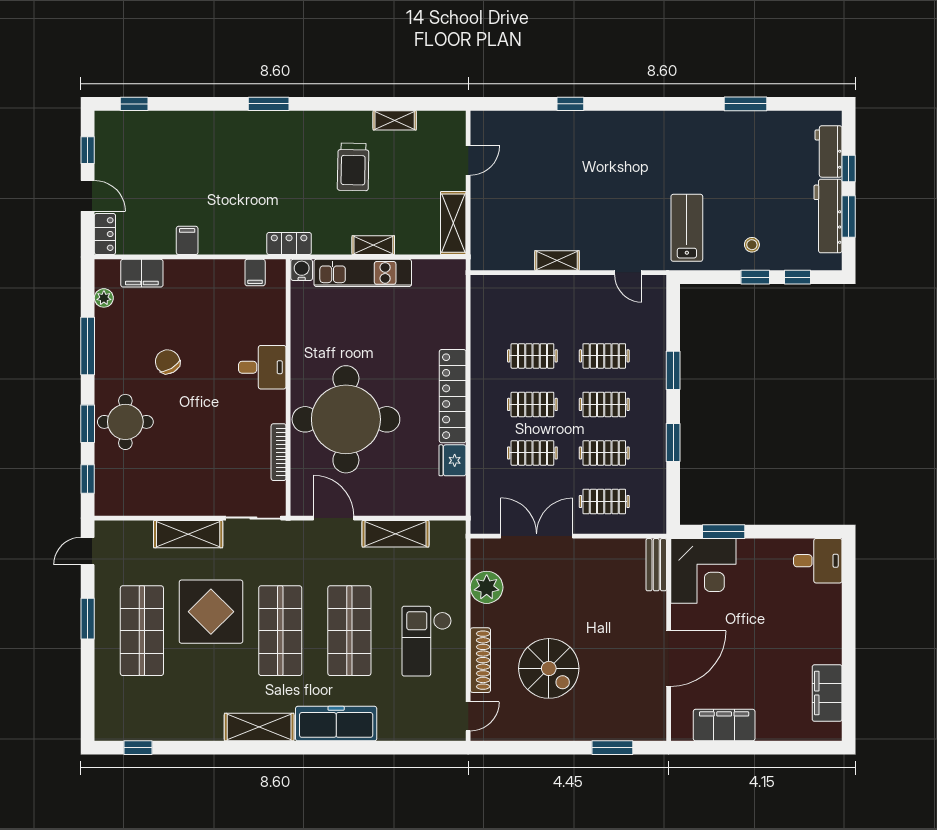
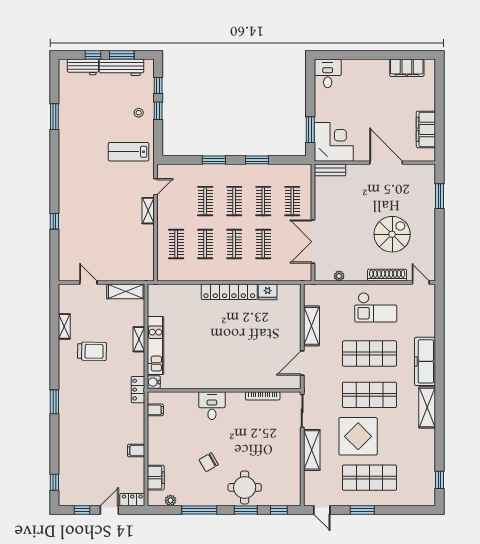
shelving: (557, 261) -> (148, 211), moved
clothes rail: (532, 307) -> (176, 244), added
round table: (346, 419) -> (243, 356), removed
plant: (487, 587) -> (339, 276), width x0.53, depth x0.53

